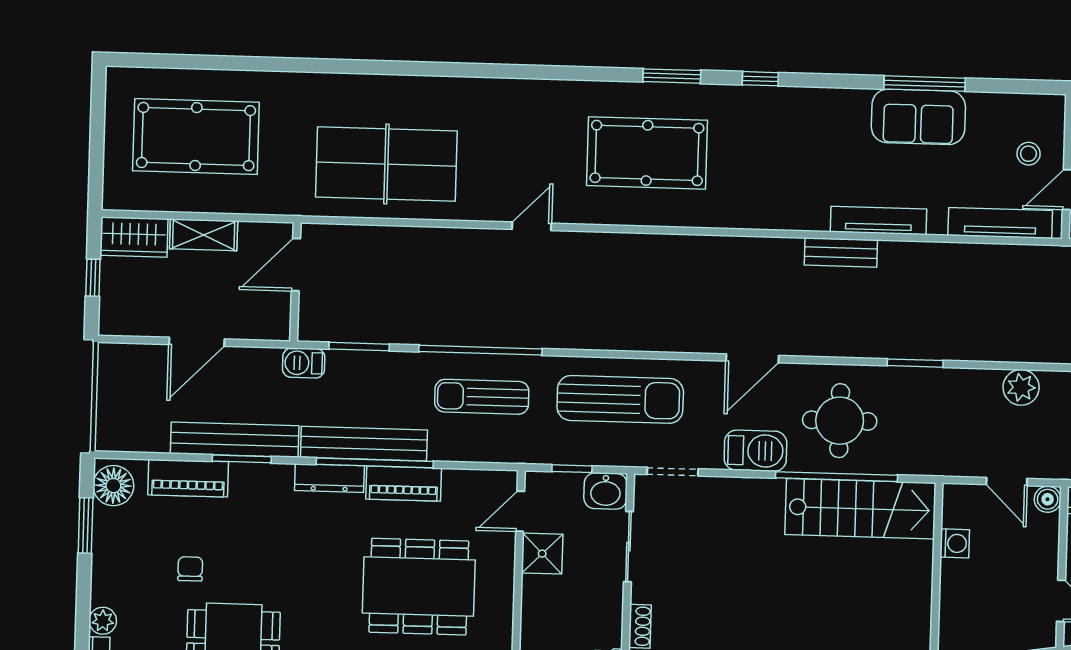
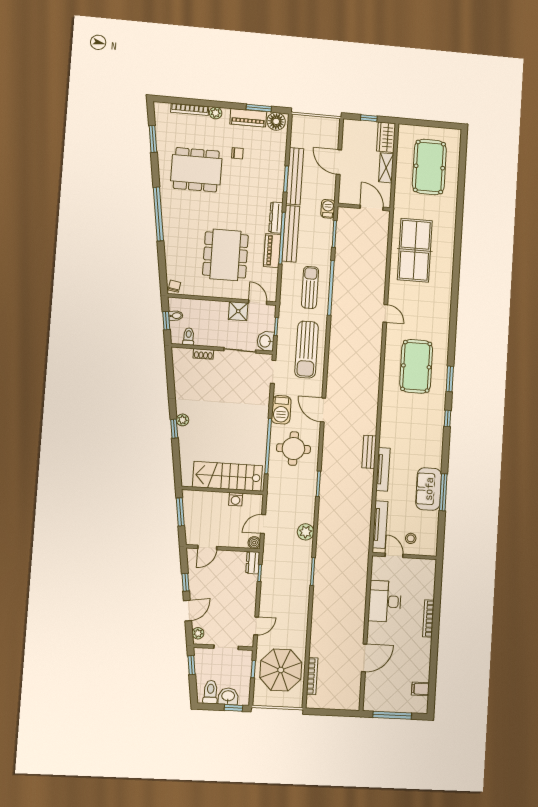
piano: (188, 478) -> (248, 118), moved, turned -90
stairs: (860, 509) -> (227, 476), moved, turned 90

